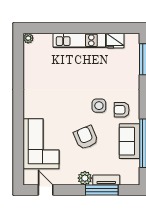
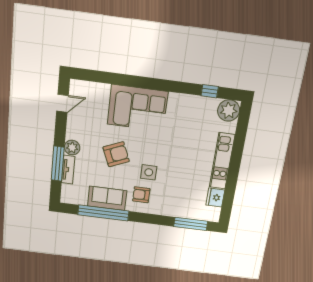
plant: (28, 38) -> (229, 110), width x1.87, depth x1.87
window: (18, 62) -> (210, 91), added
armchair: (122, 110) -> (141, 195), turned -90
corner sofa: (41, 144) -> (137, 108), moved

